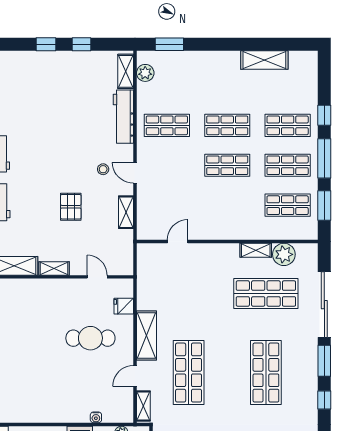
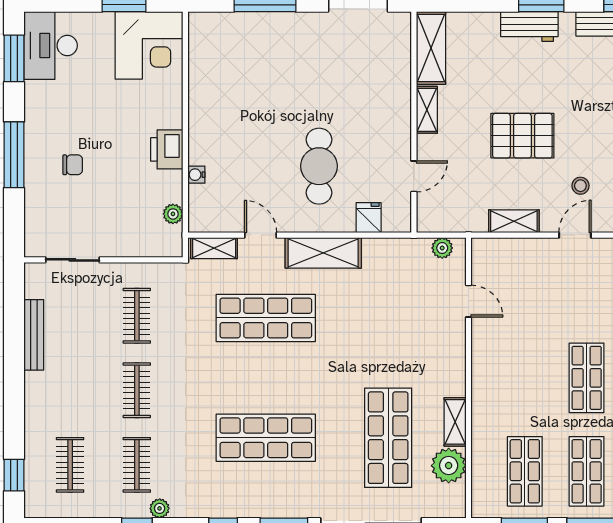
pallet: (71, 207) -> (522, 136), width x1.50, depth x1.42
plant: (143, 259) -> (442, 248), added

